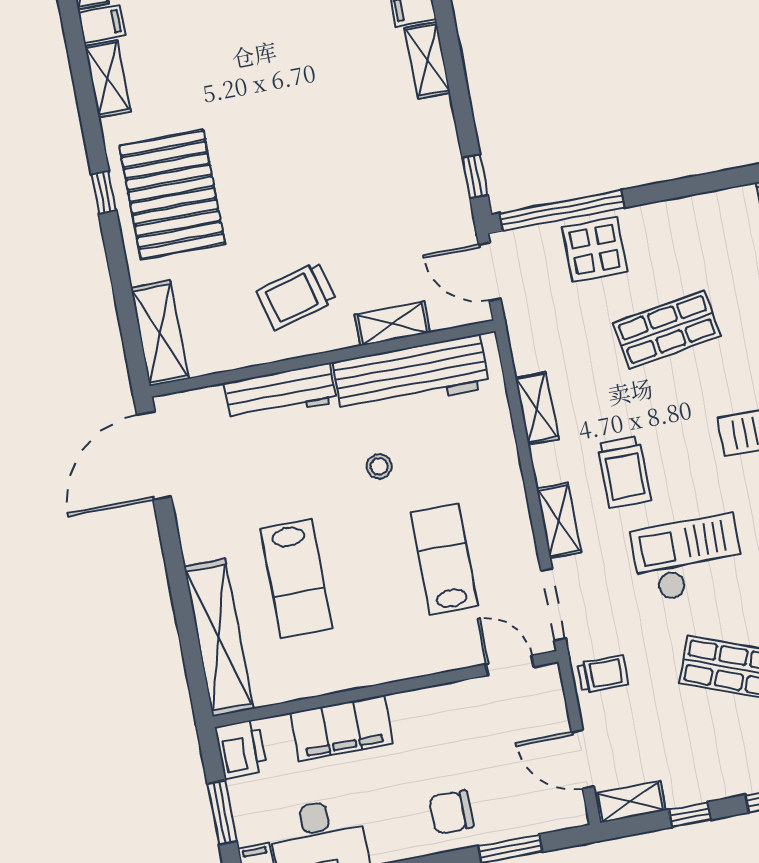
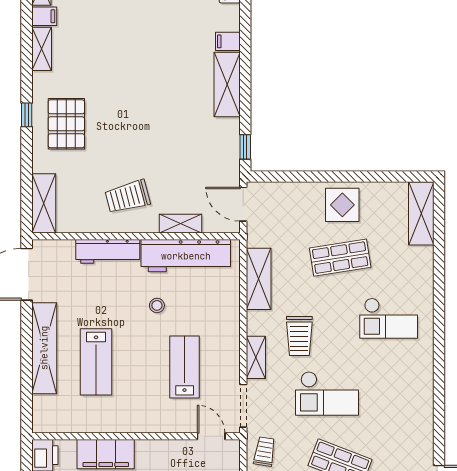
shelving: (427, 60) -> (227, 85), width x1.50, depth x1.33
pallet: (172, 195) -> (66, 124), width x0.73, depth x0.71
window: (562, 211) -> (292, 176), removed
display table: (595, 249) -> (342, 205), moved
shelving: (537, 408) -> (259, 279), width x1.50, depth x1.33
checkout: (688, 558) -> (327, 394), turned 180
shelving: (219, 637) -> (44, 348), moved
trolley: (603, 674) -> (265, 452), turned -81

